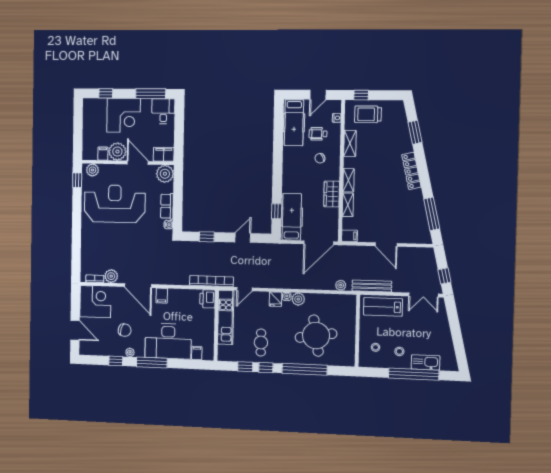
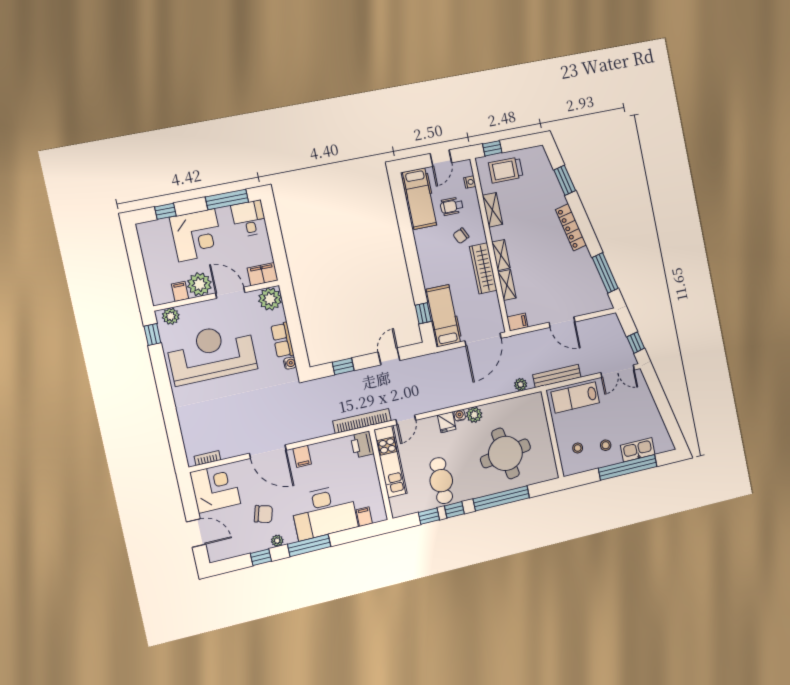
wardrobe: (332, 194) -> (483, 268), width x1.50
plant: (111, 276) -> (229, 449), removed
cafe table: (261, 343) -> (441, 481), width x1.37, depth x1.35

